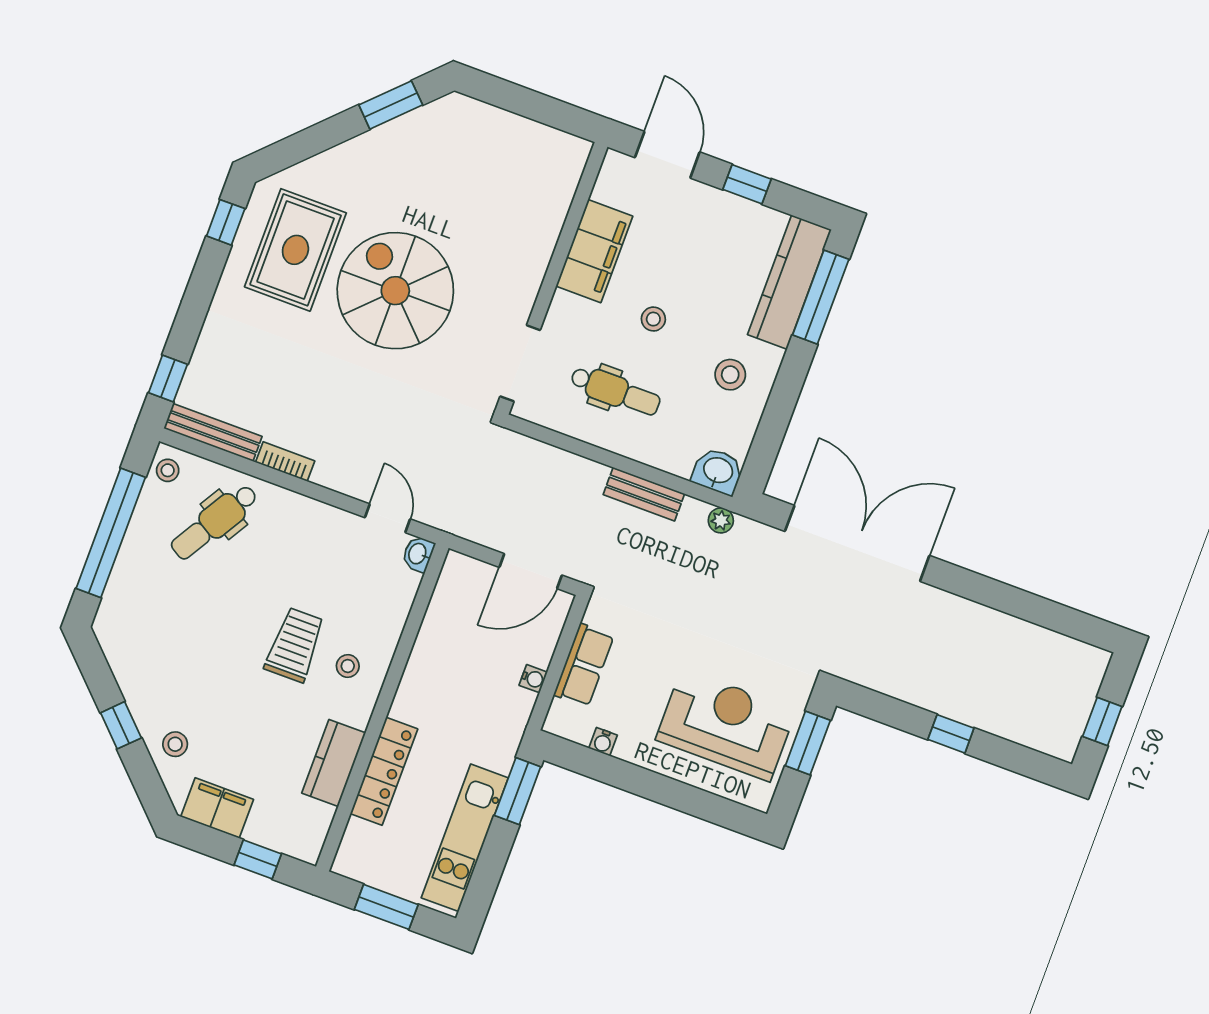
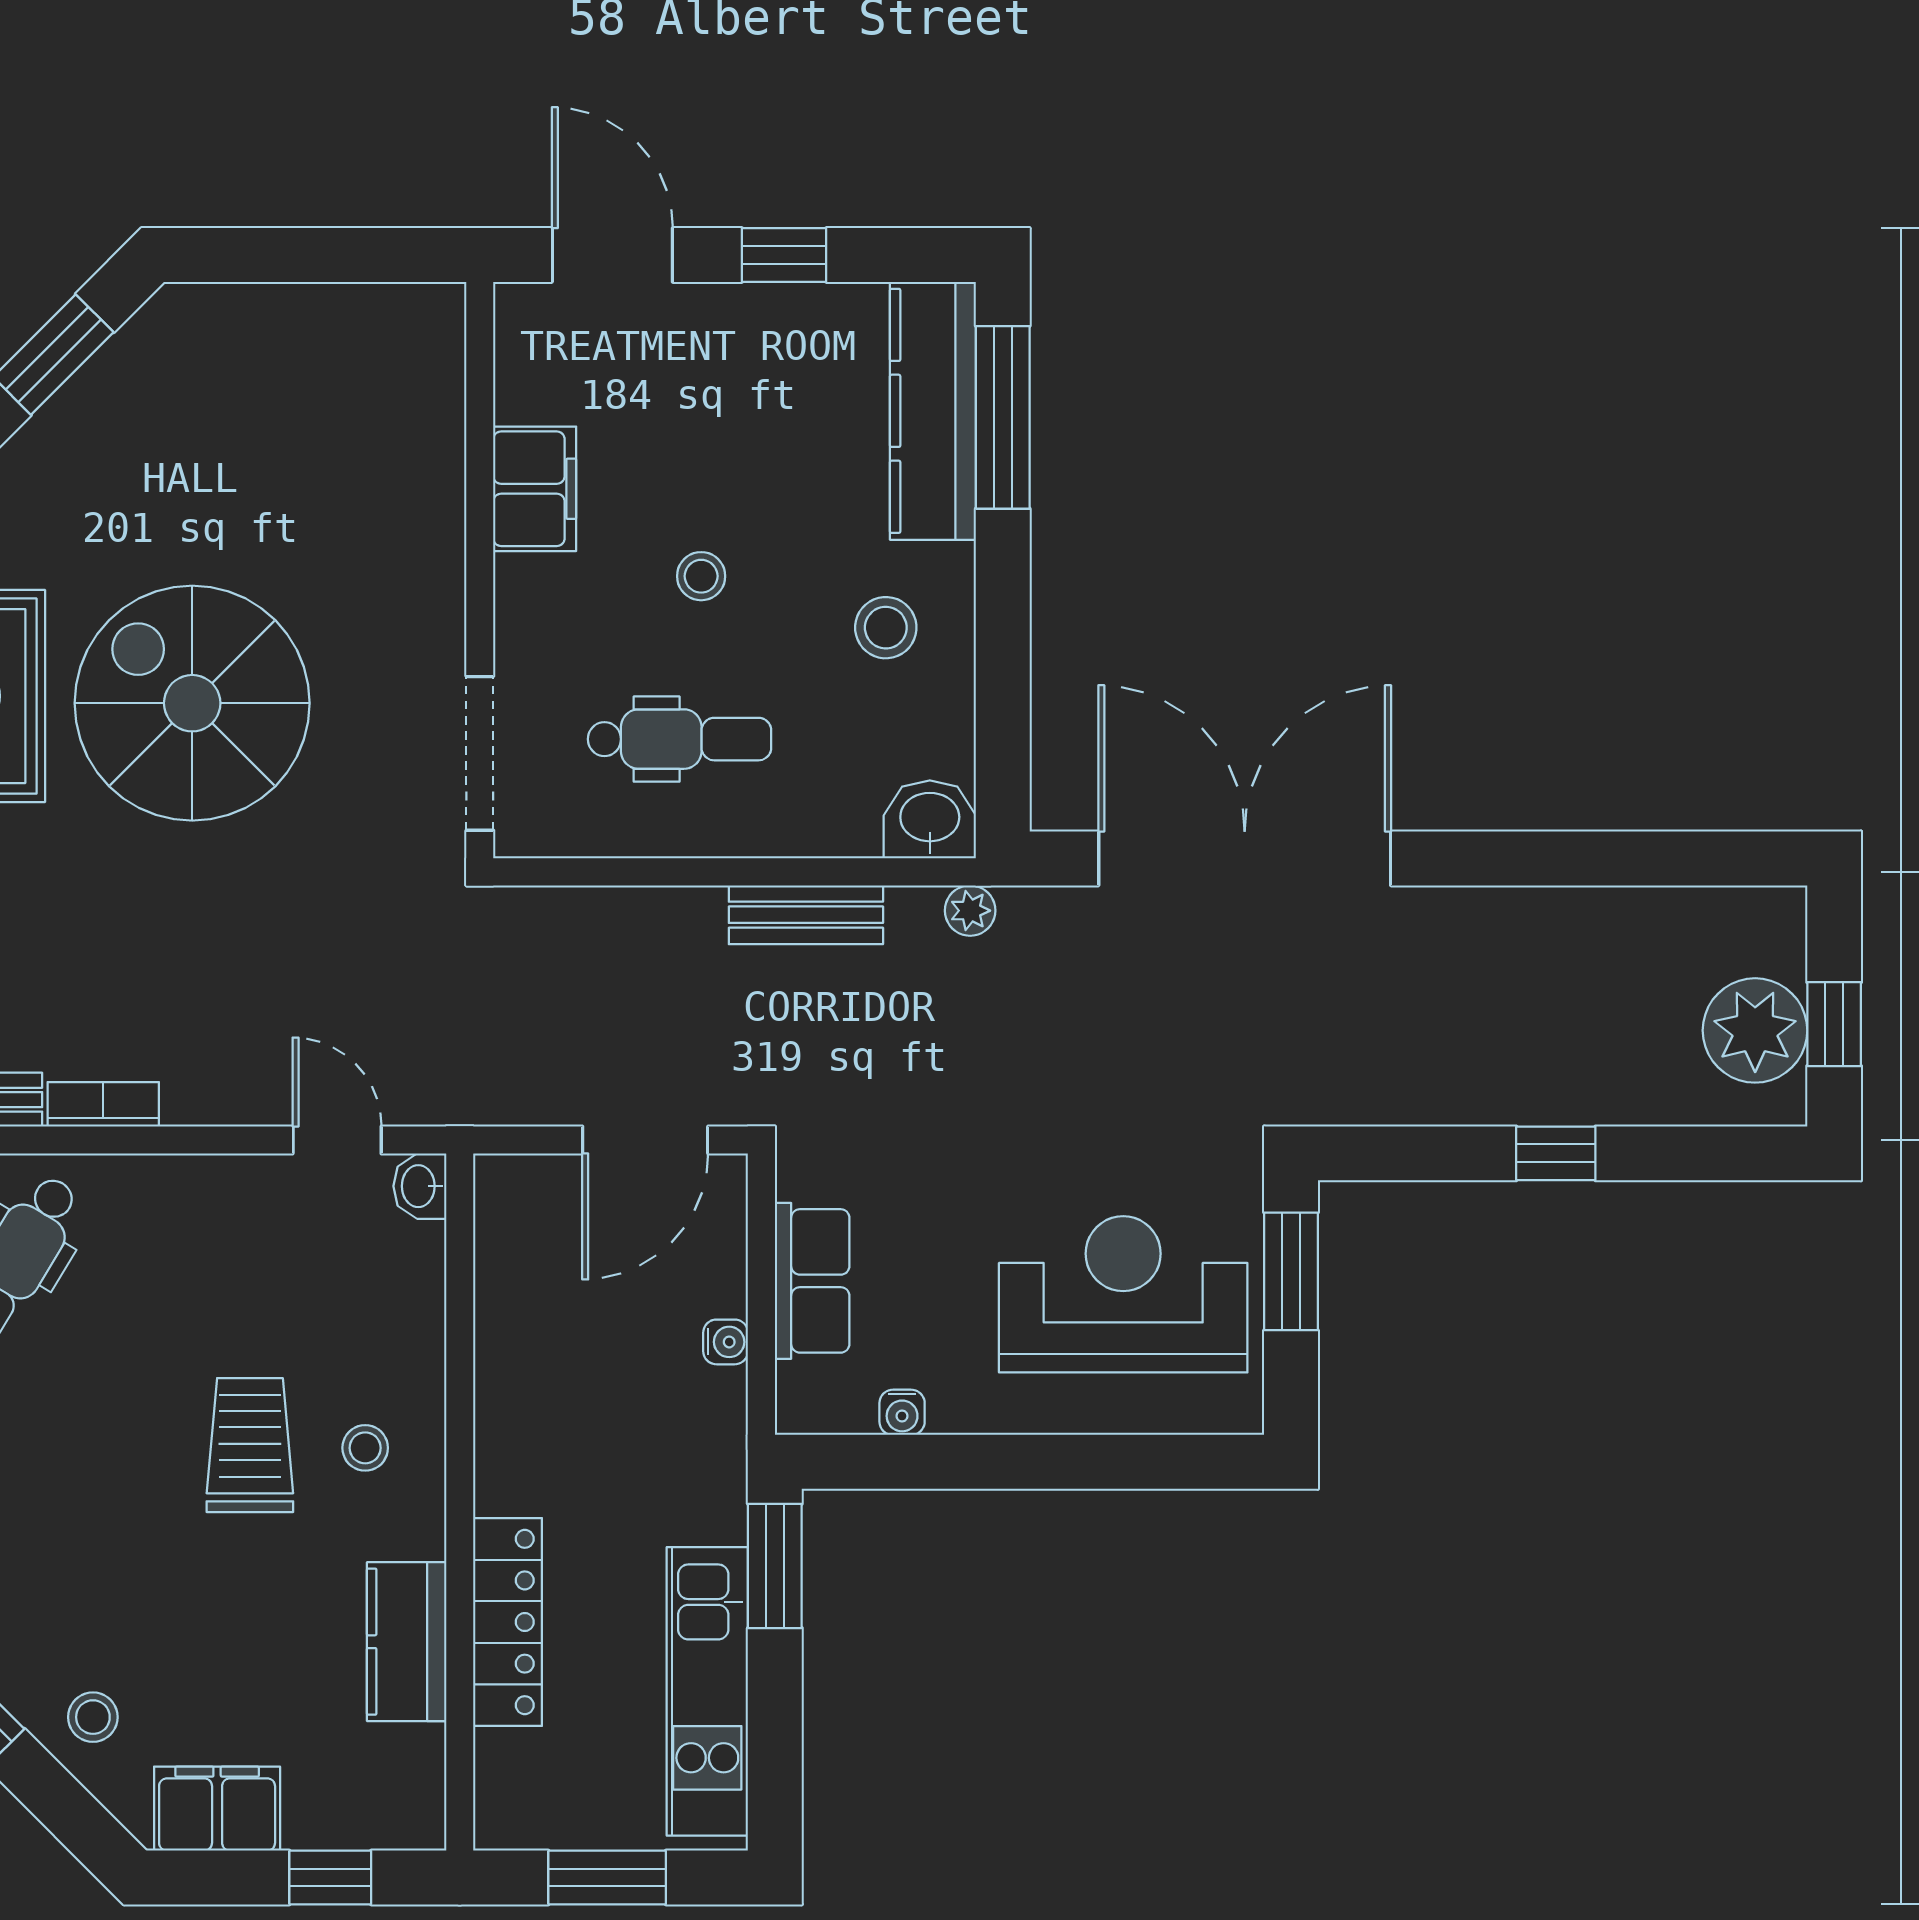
filing cabinet: (594, 251) -> (535, 489), width x0.67, depth x0.86
plant: (1065, 711) -> (1755, 1030), added

